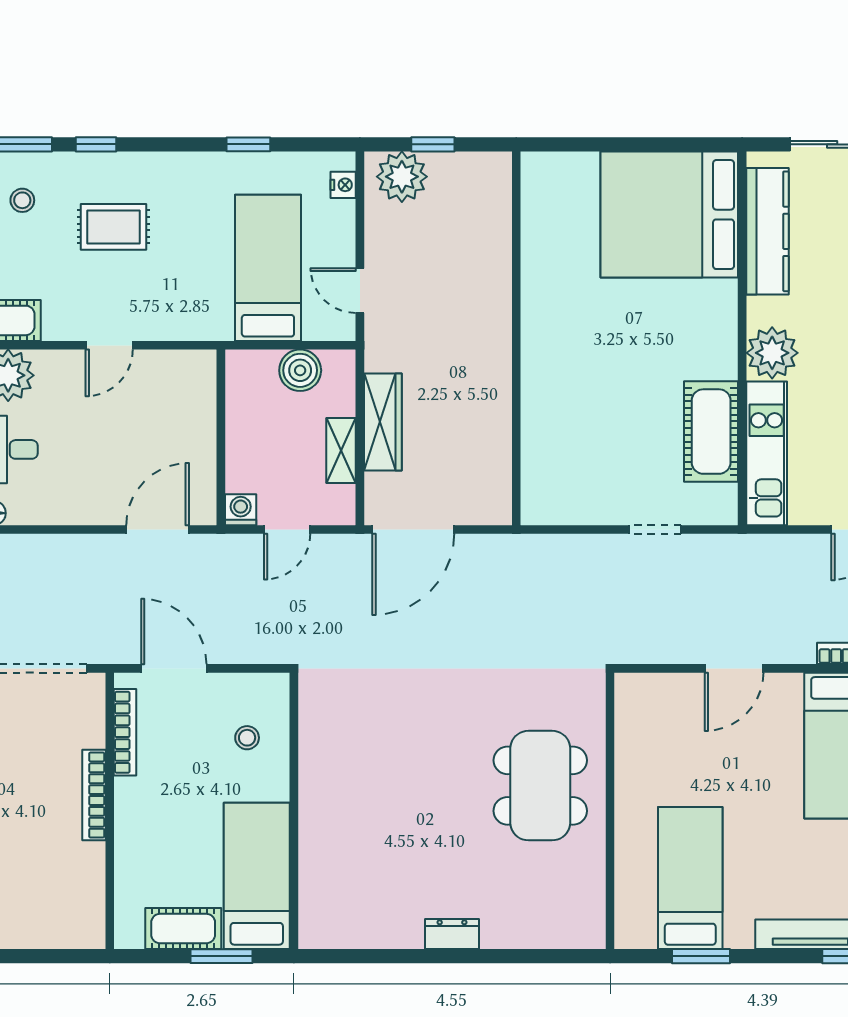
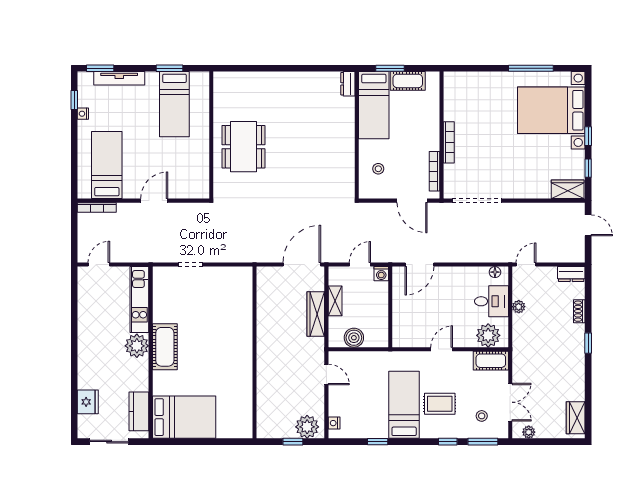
bed: (669, 215) -> (184, 417), width x0.73
kitchen counter: (767, 231) -> (139, 411), width x0.67
bed: (268, 268) -> (404, 405), moved, turned 180
cot: (711, 432) -> (165, 347), moved
dresser: (452, 934) -> (348, 84), moved, turned 90

